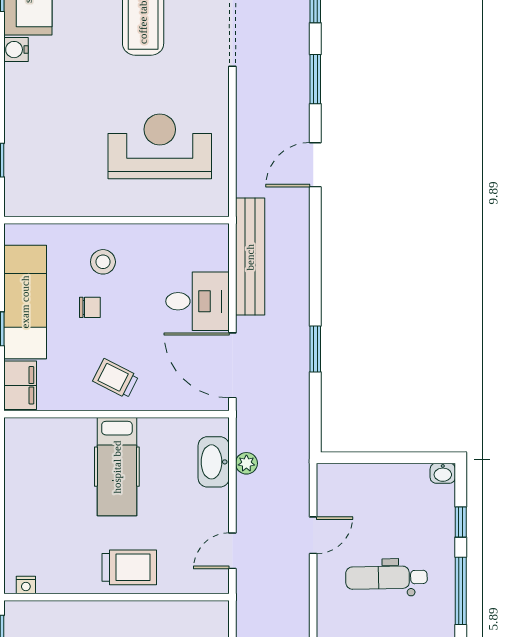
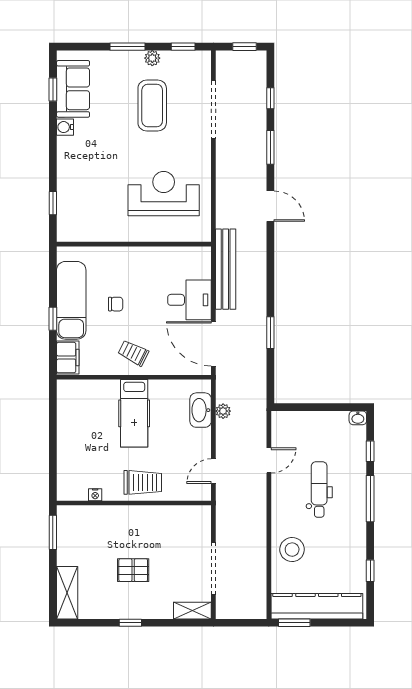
door: (315, 165) -> (270, 206), swing flipped
stool: (103, 262) -> (125, 273), removed
dental chair: (386, 578) -> (319, 489), turned 91
nightstand: (26, 585) -> (95, 495), moved

